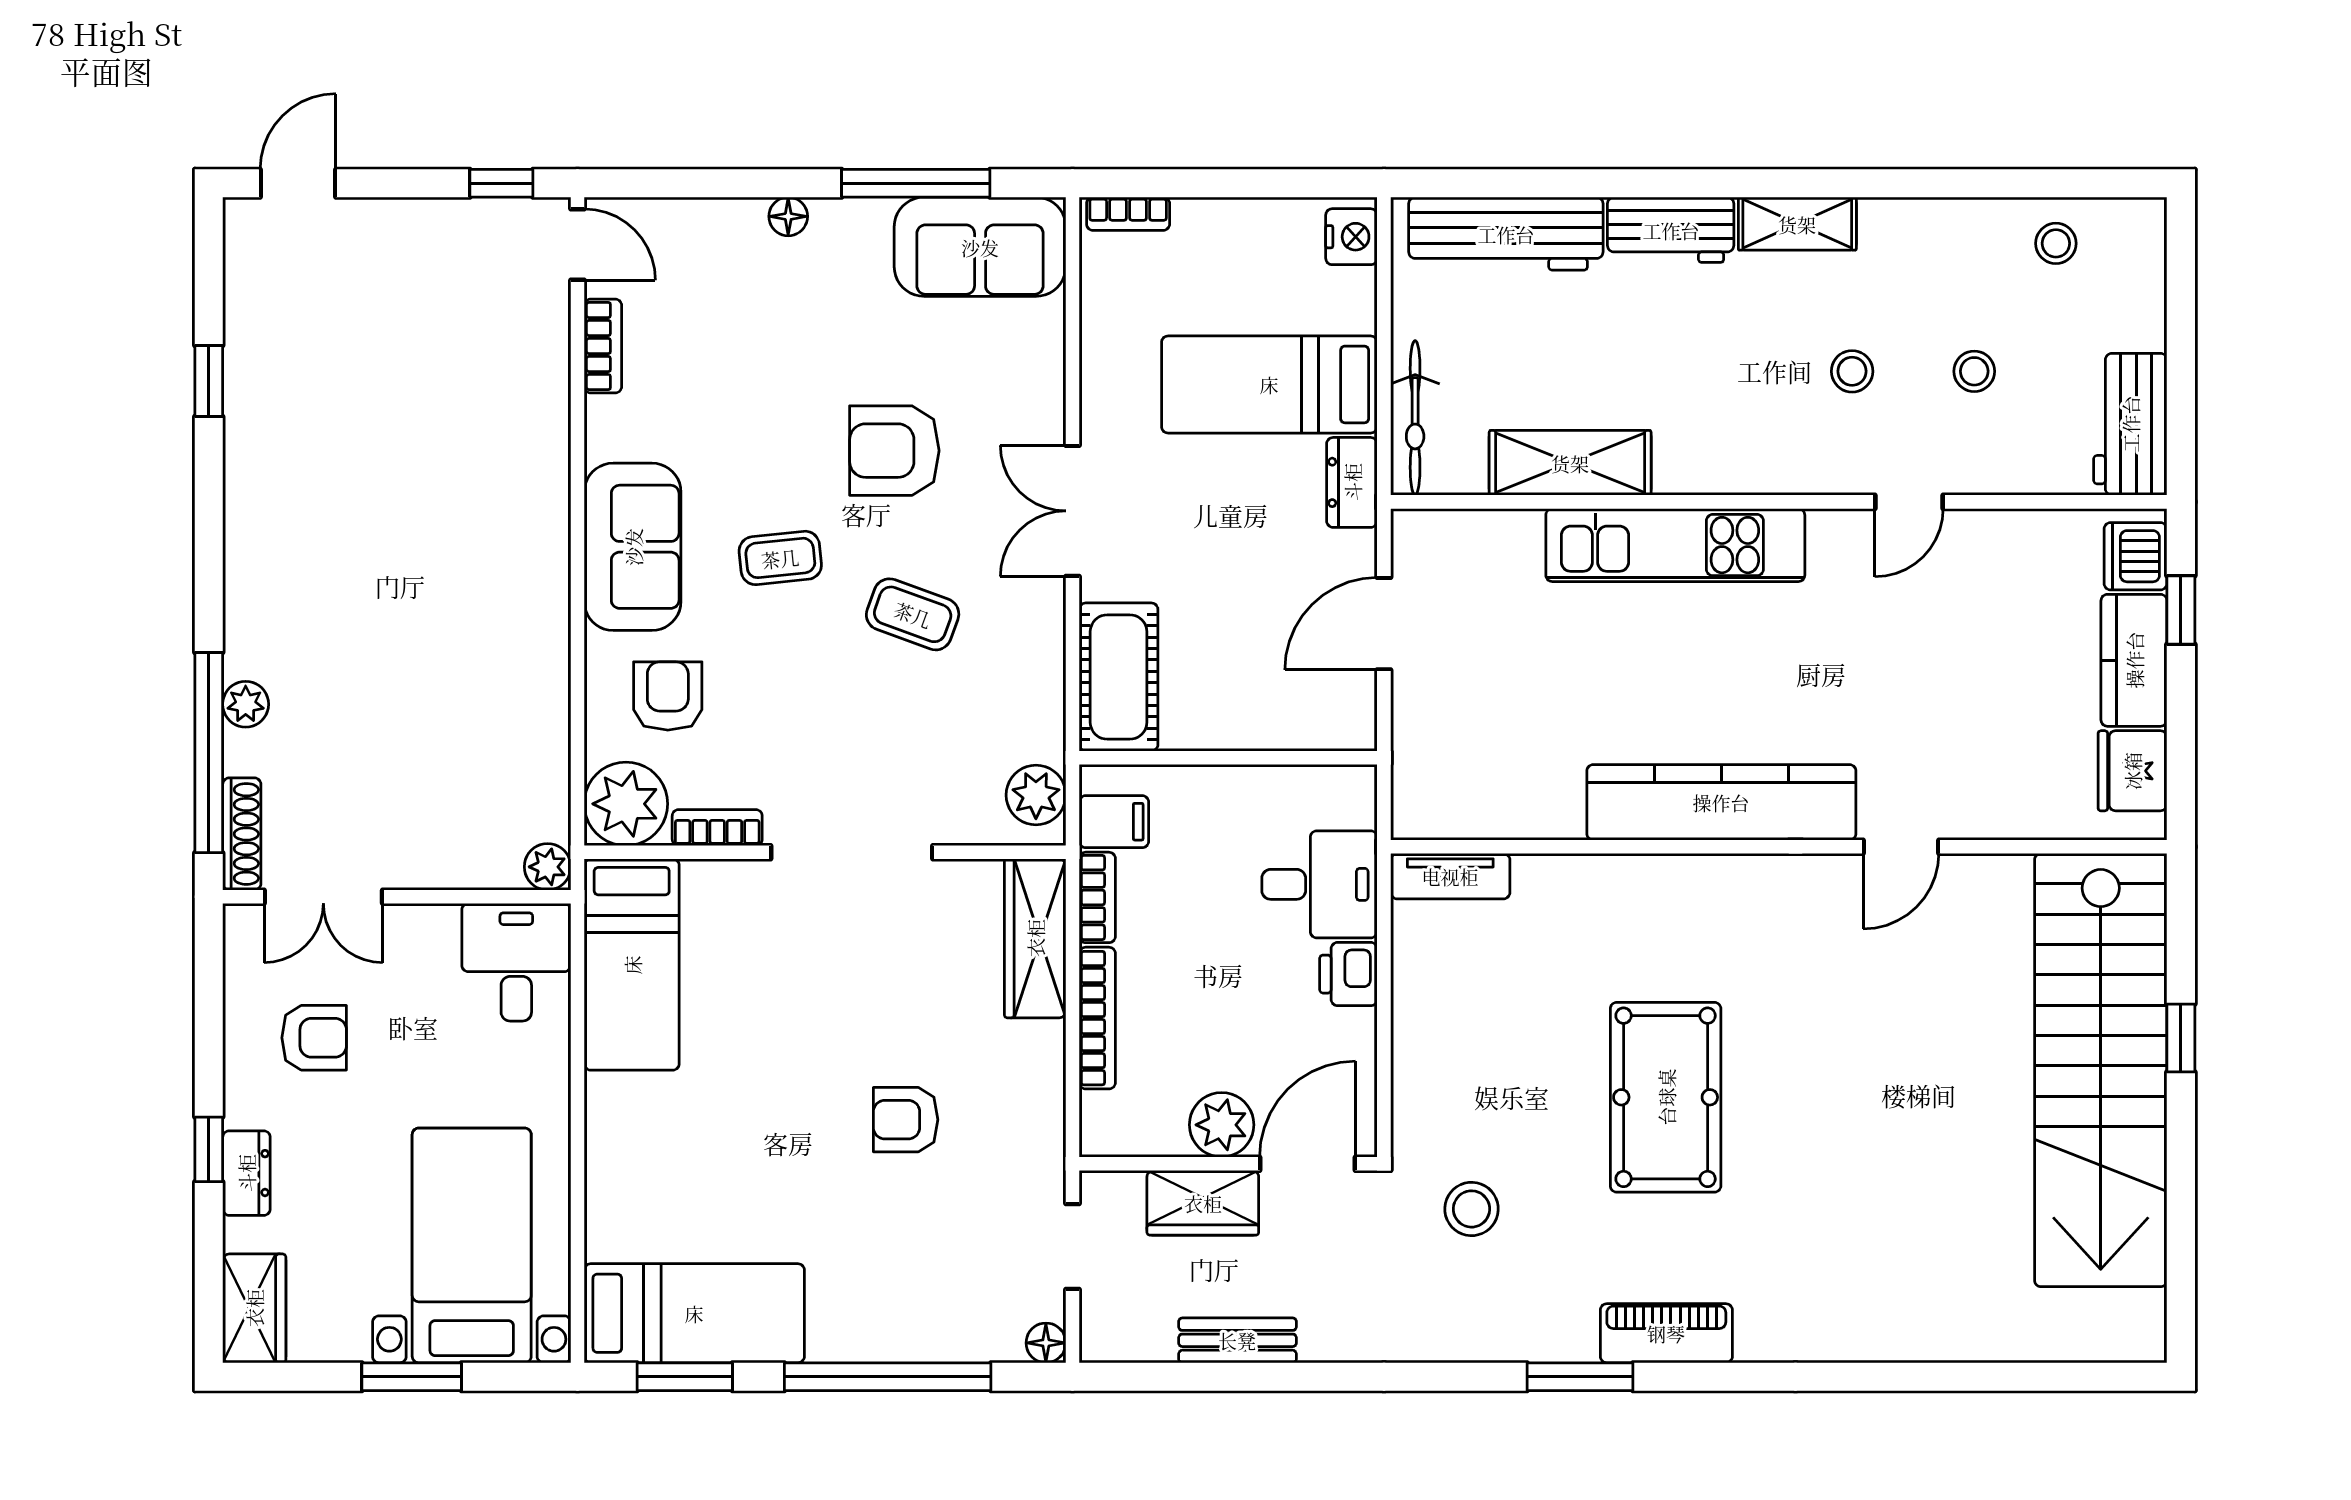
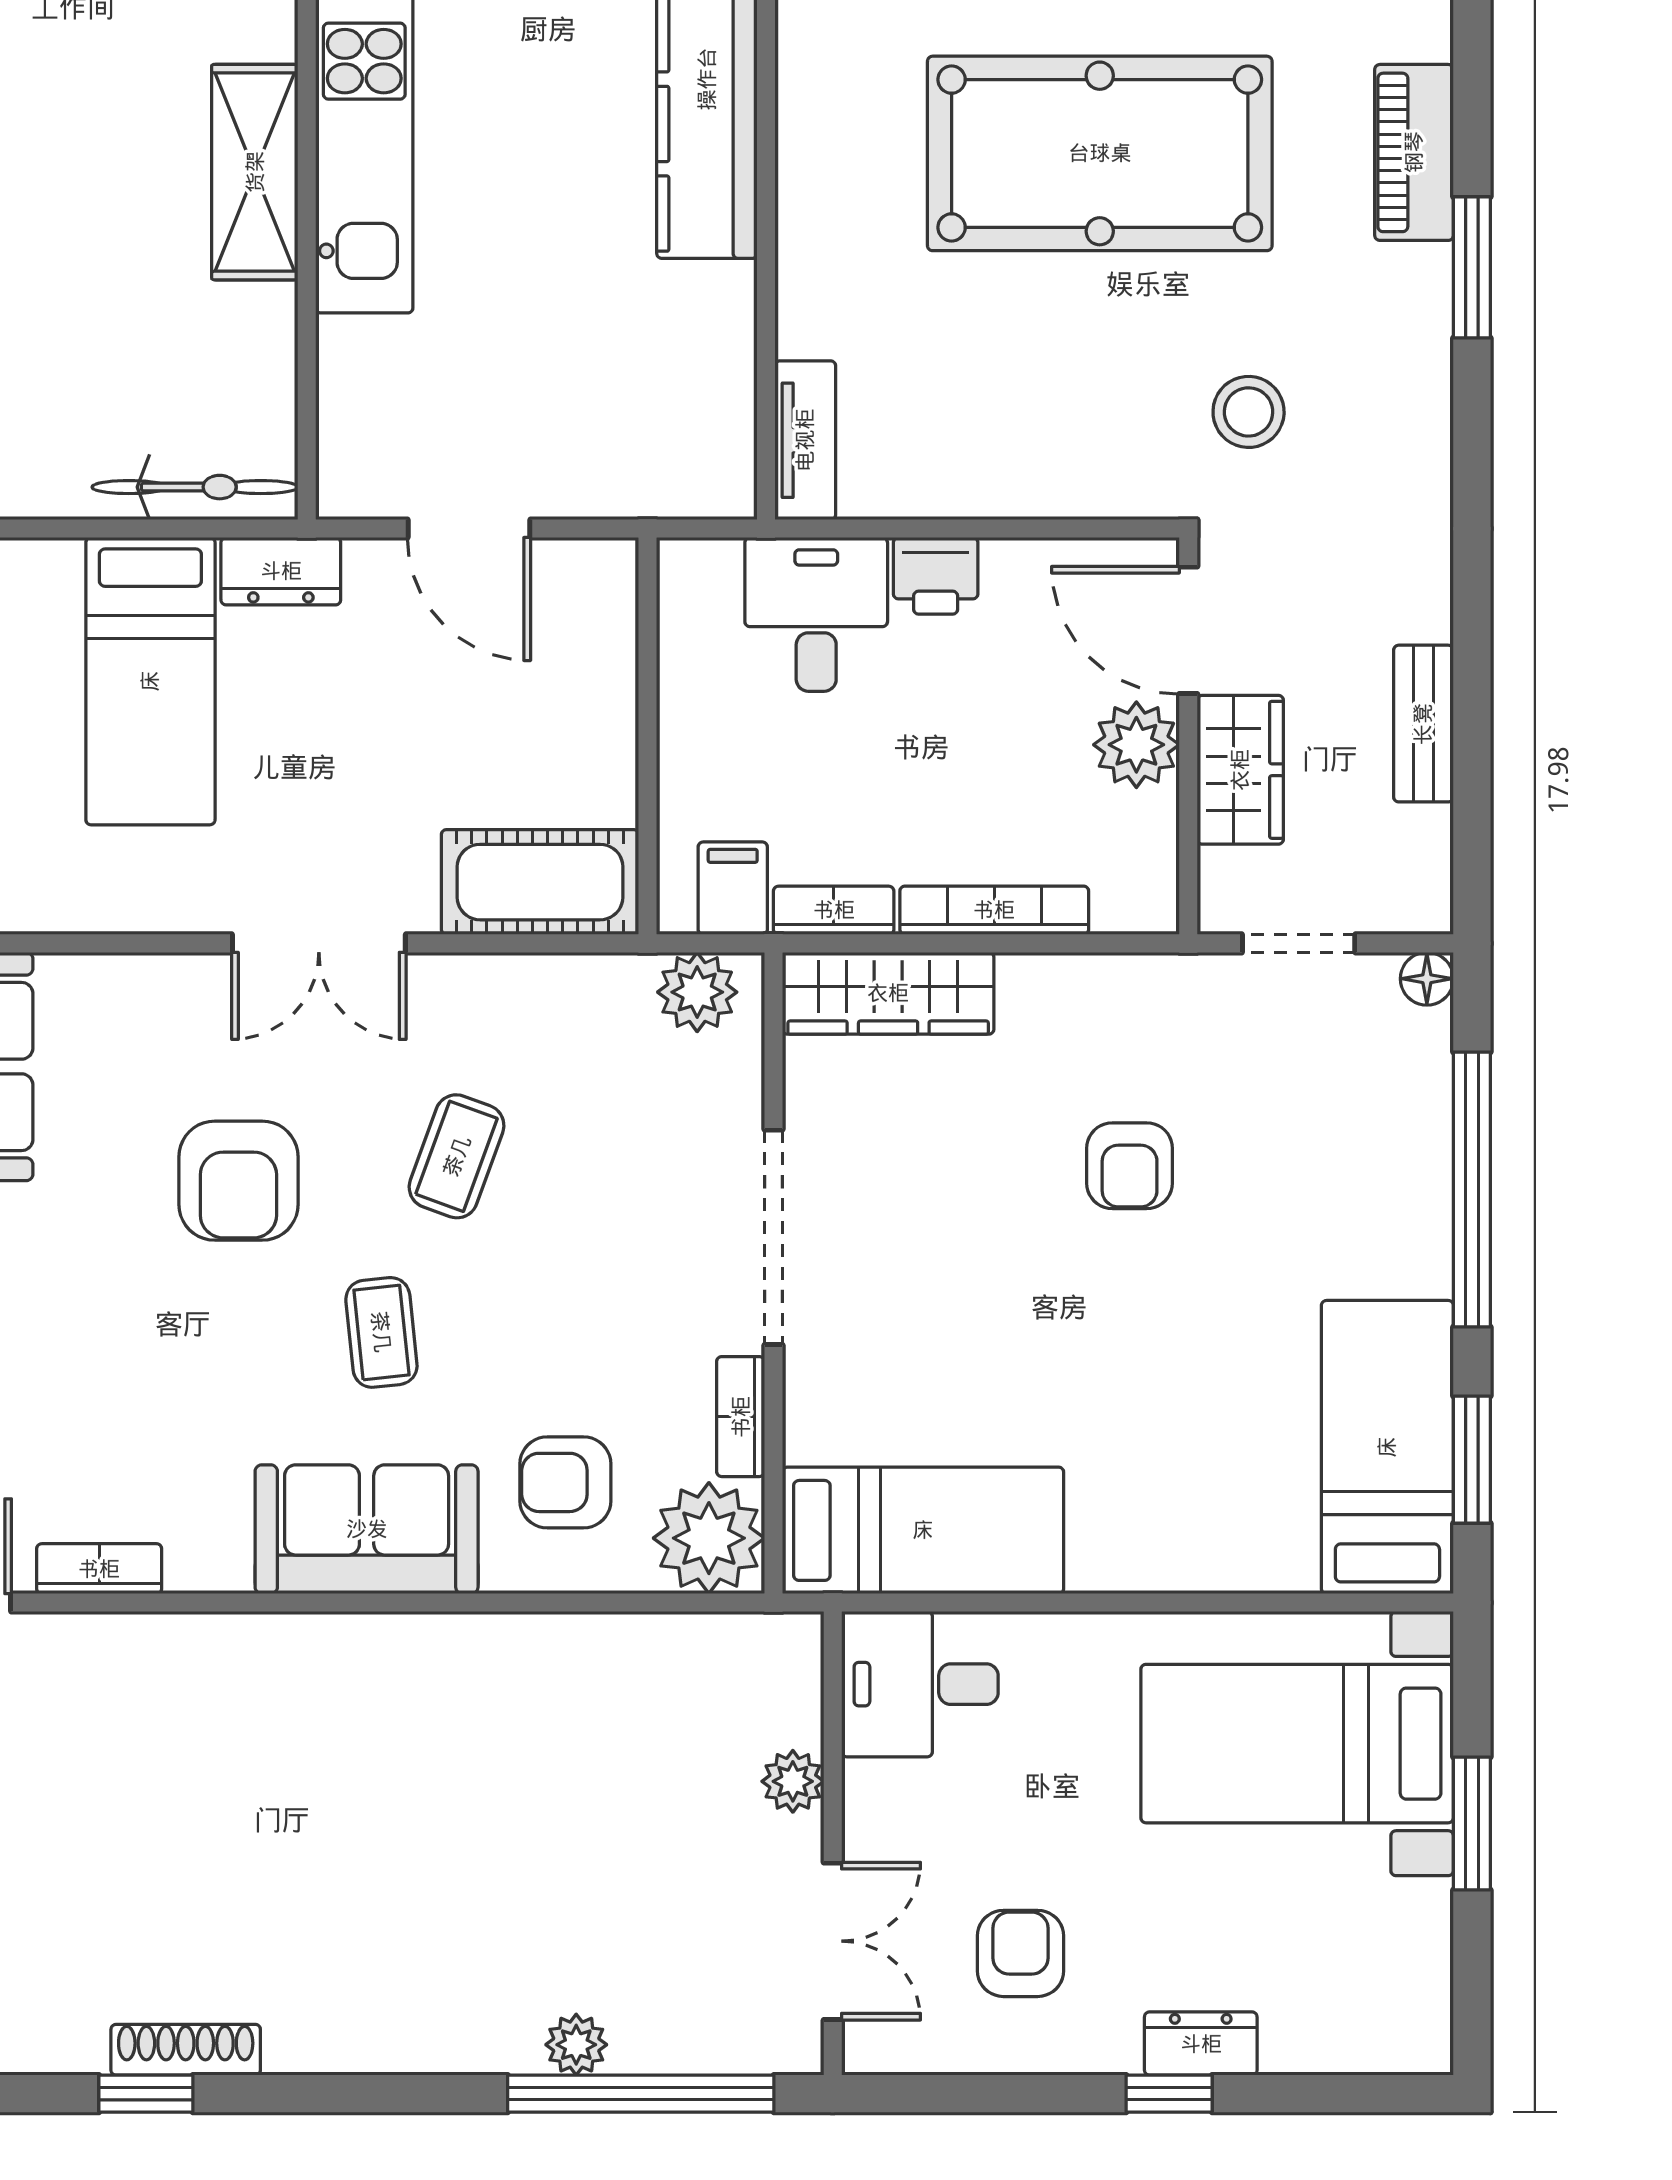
shelving: (1570, 463) -> (255, 172), moved
shoe rack: (242, 834) -> (186, 2050), moved
plant: (548, 867) -> (793, 1781), moved
pool table: (1666, 1097) -> (1100, 153), width x1.36, depth x1.32
wardrobe: (254, 1308) -> (1381, 2033), removed

